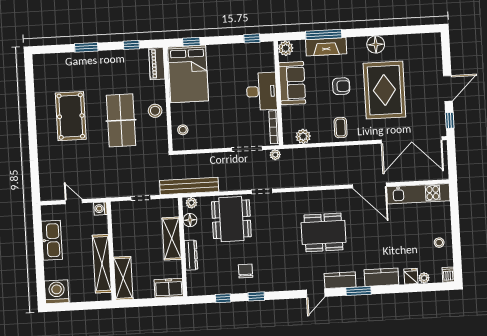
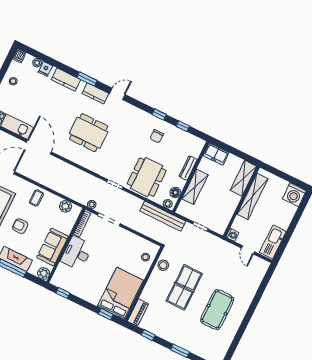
stool: (155, 111) -> (163, 265), moved
kitchen sink: (52, 240) -> (273, 242), moved

